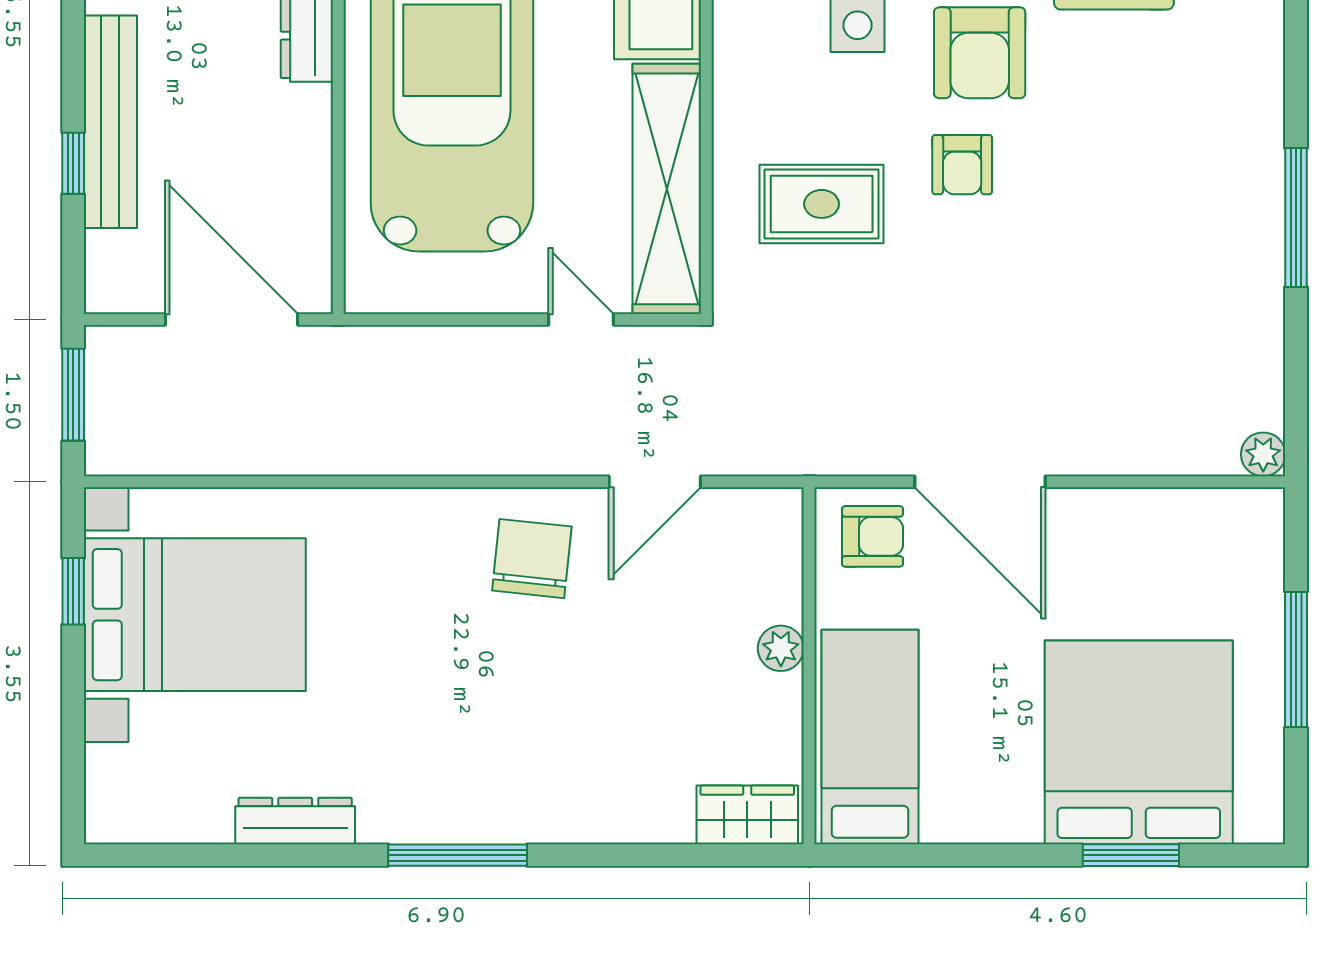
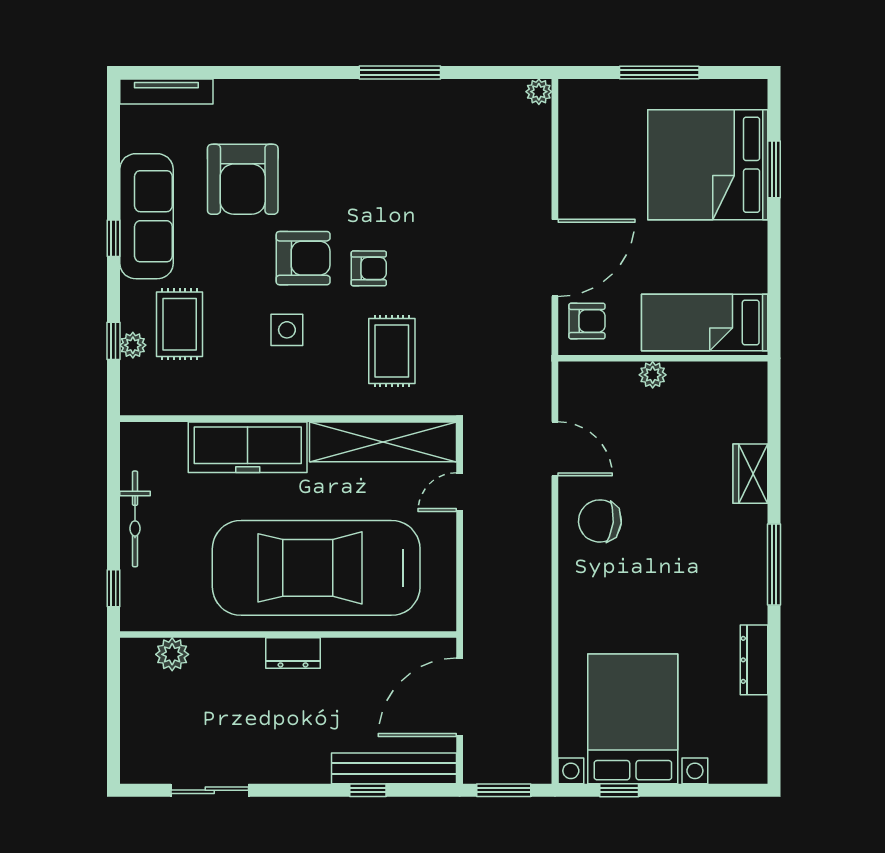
bench: (110, 122) -> (394, 768), moved
armchair: (872, 536) -> (587, 321), turned 90
wardrobe: (747, 815) -> (750, 474), moved

